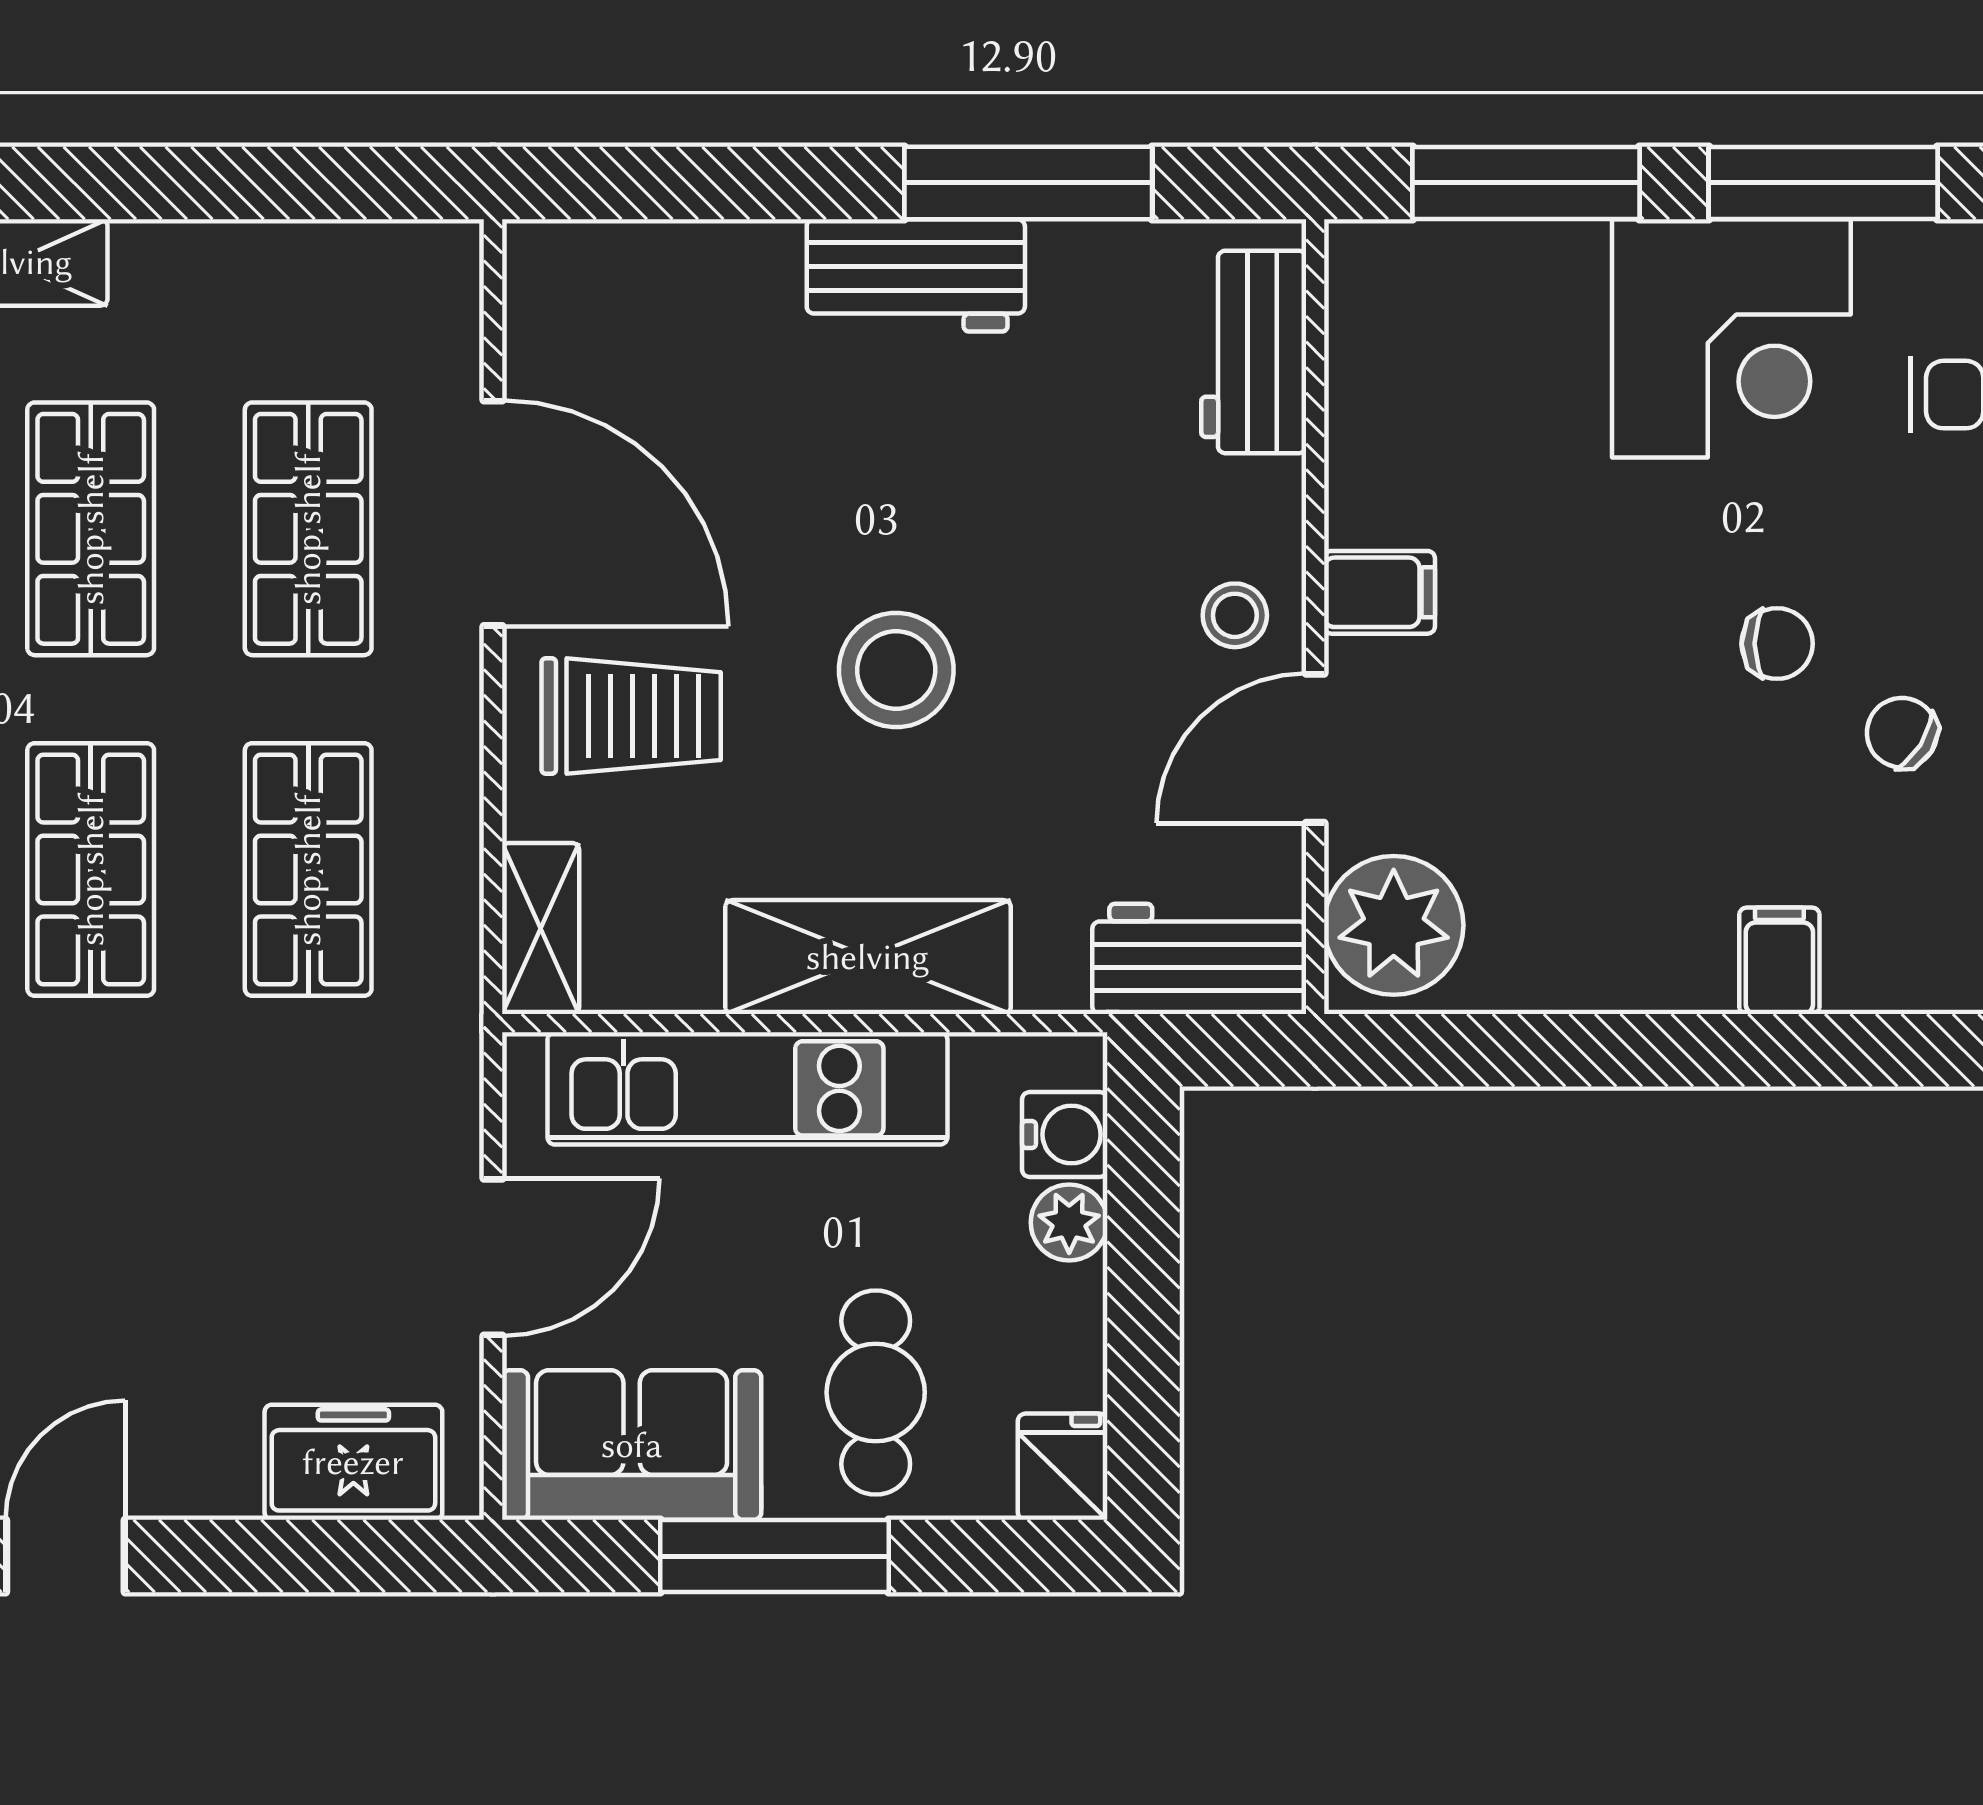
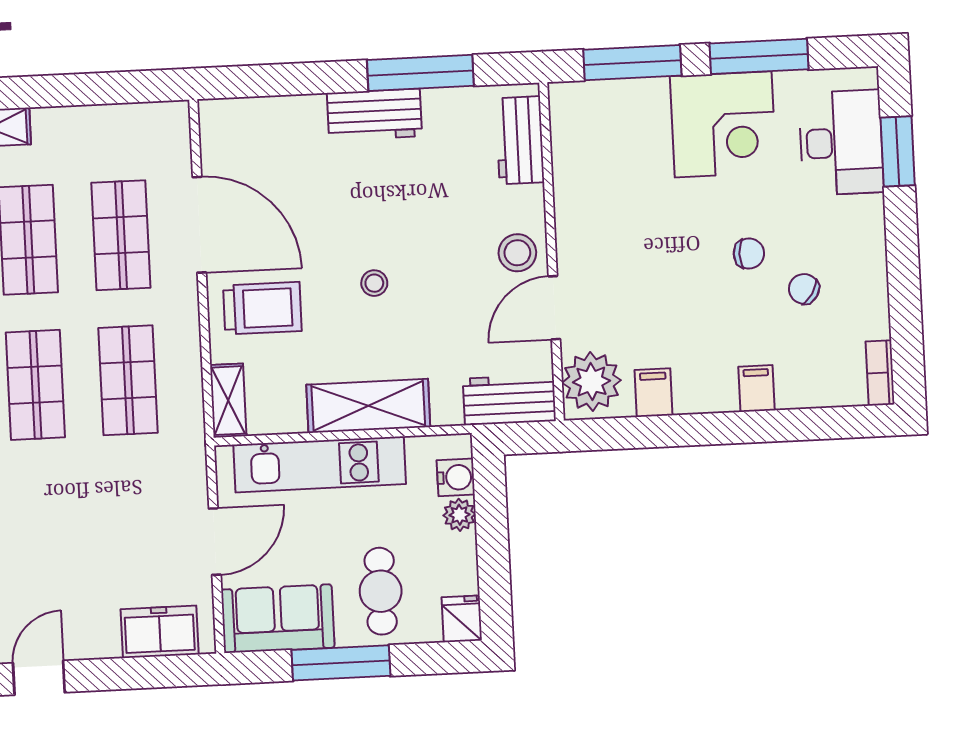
filing cabinet: (1379, 592) -> (653, 393), moved, turned -90
stool: (1235, 615) -> (517, 253), width x1.37, depth x1.37
stool: (896, 670) -> (374, 283), width x0.53, depth x0.53

